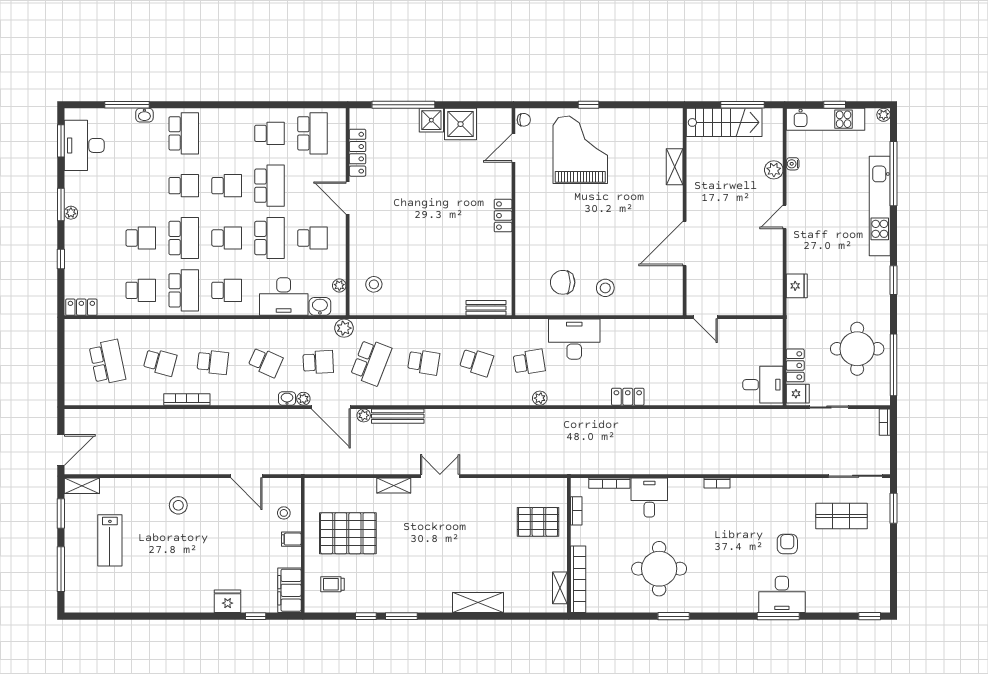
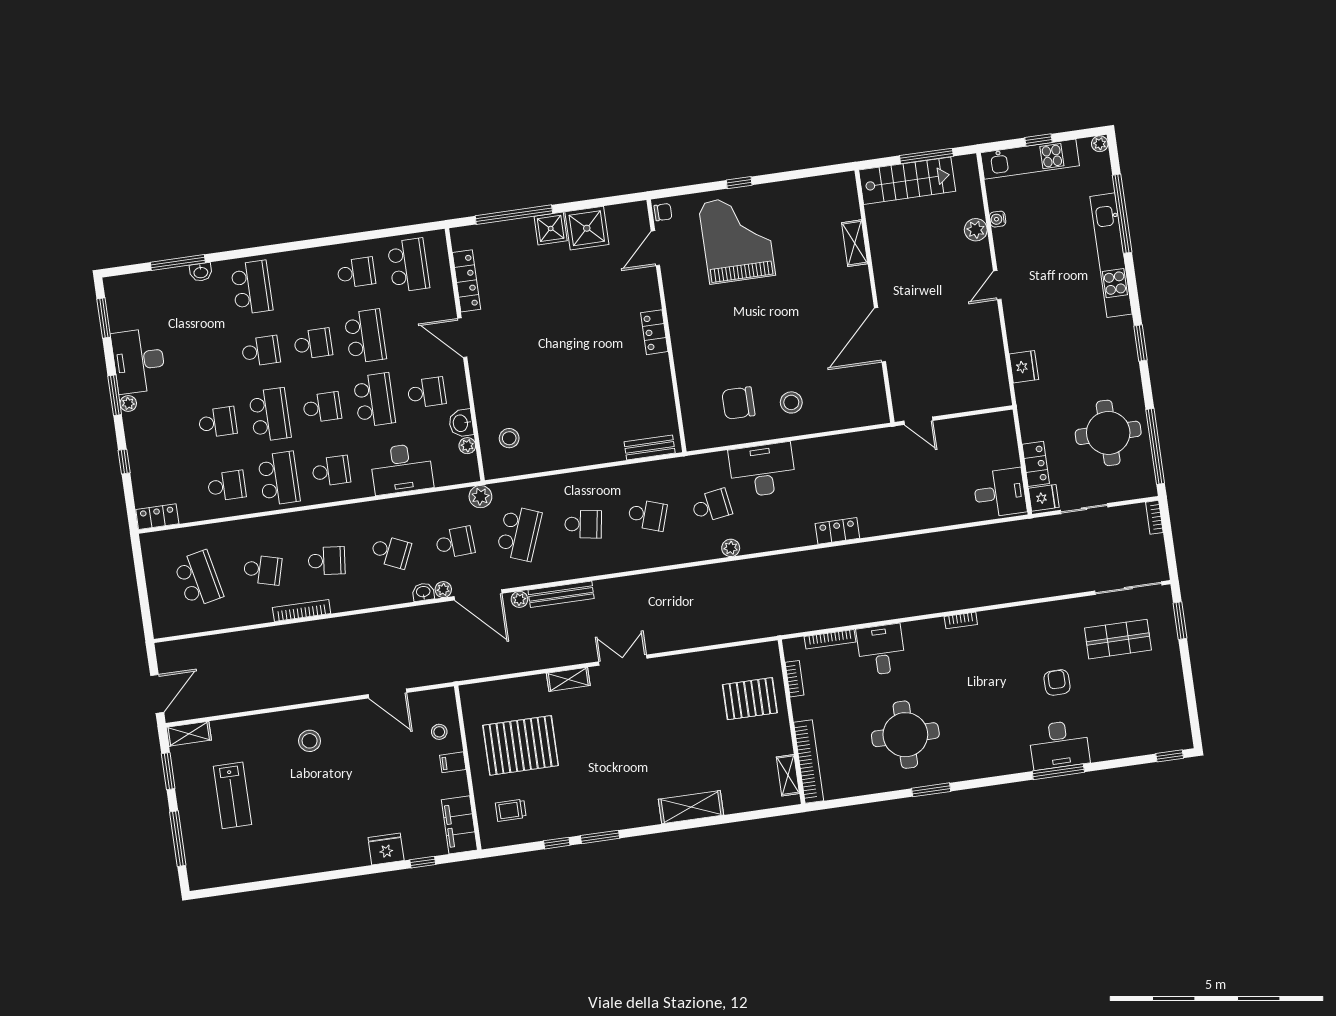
desk: (84, 145) -> (139, 361), moved
washbasin: (320, 306) -> (461, 423), moved, turned -90

